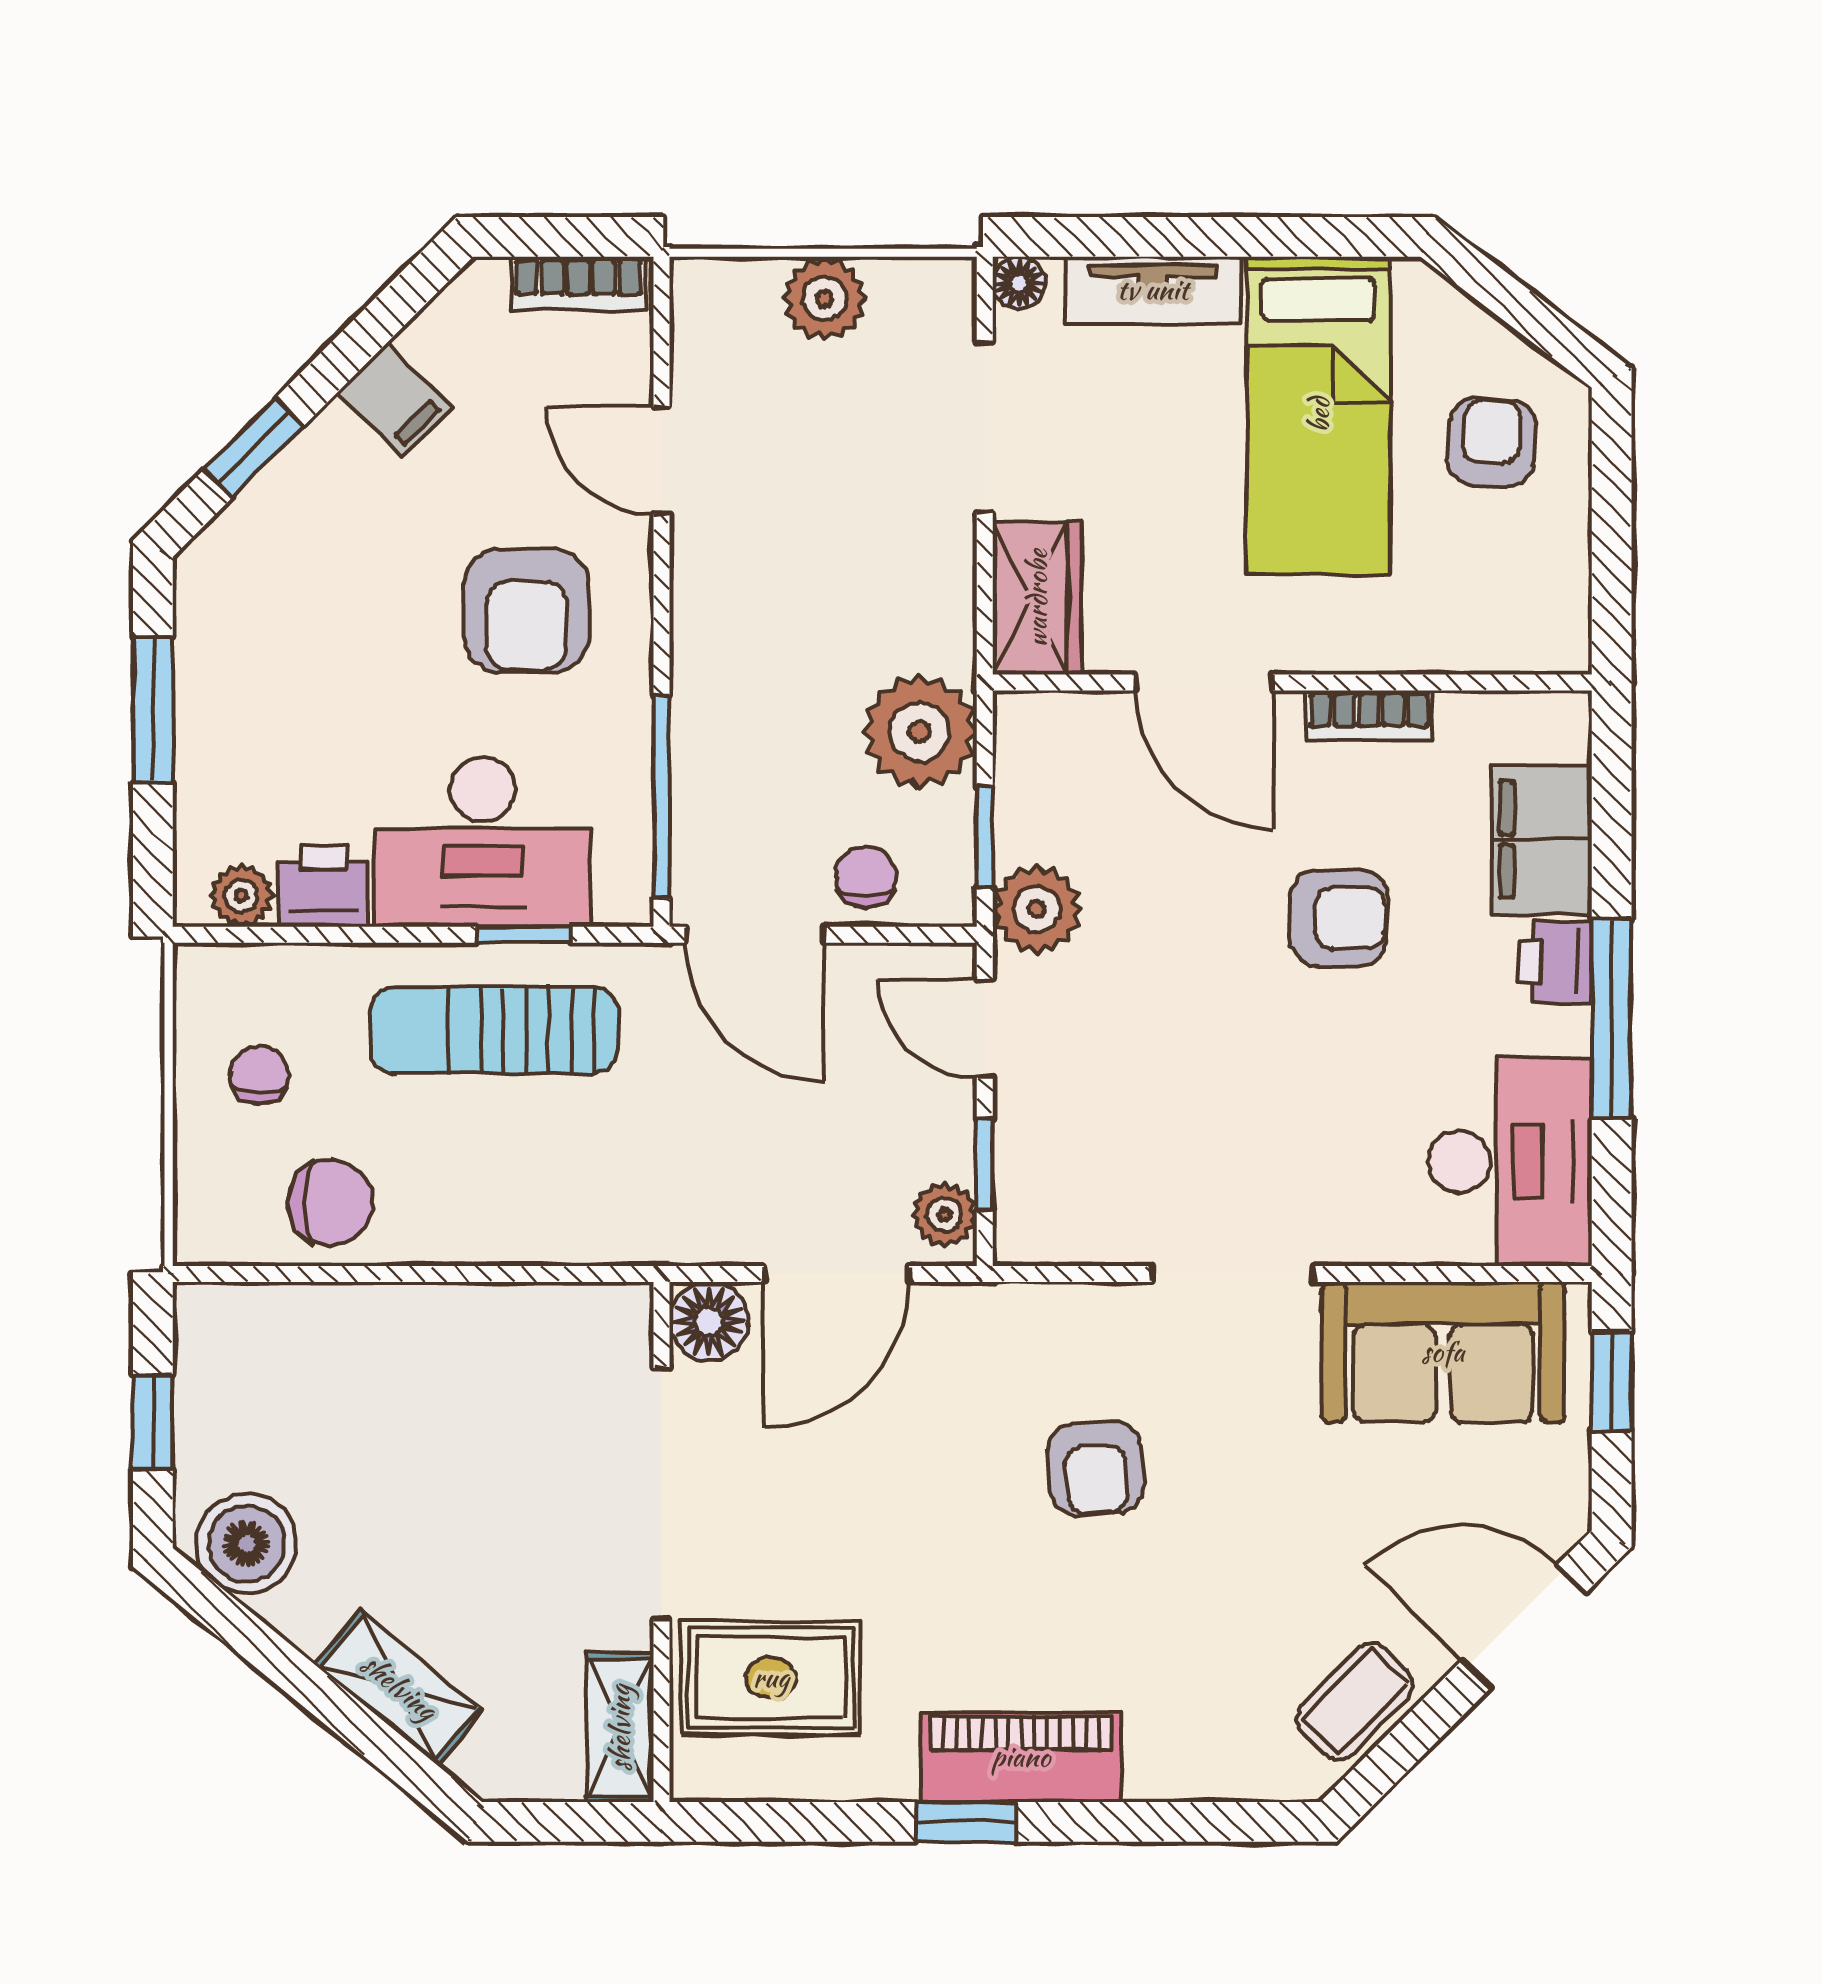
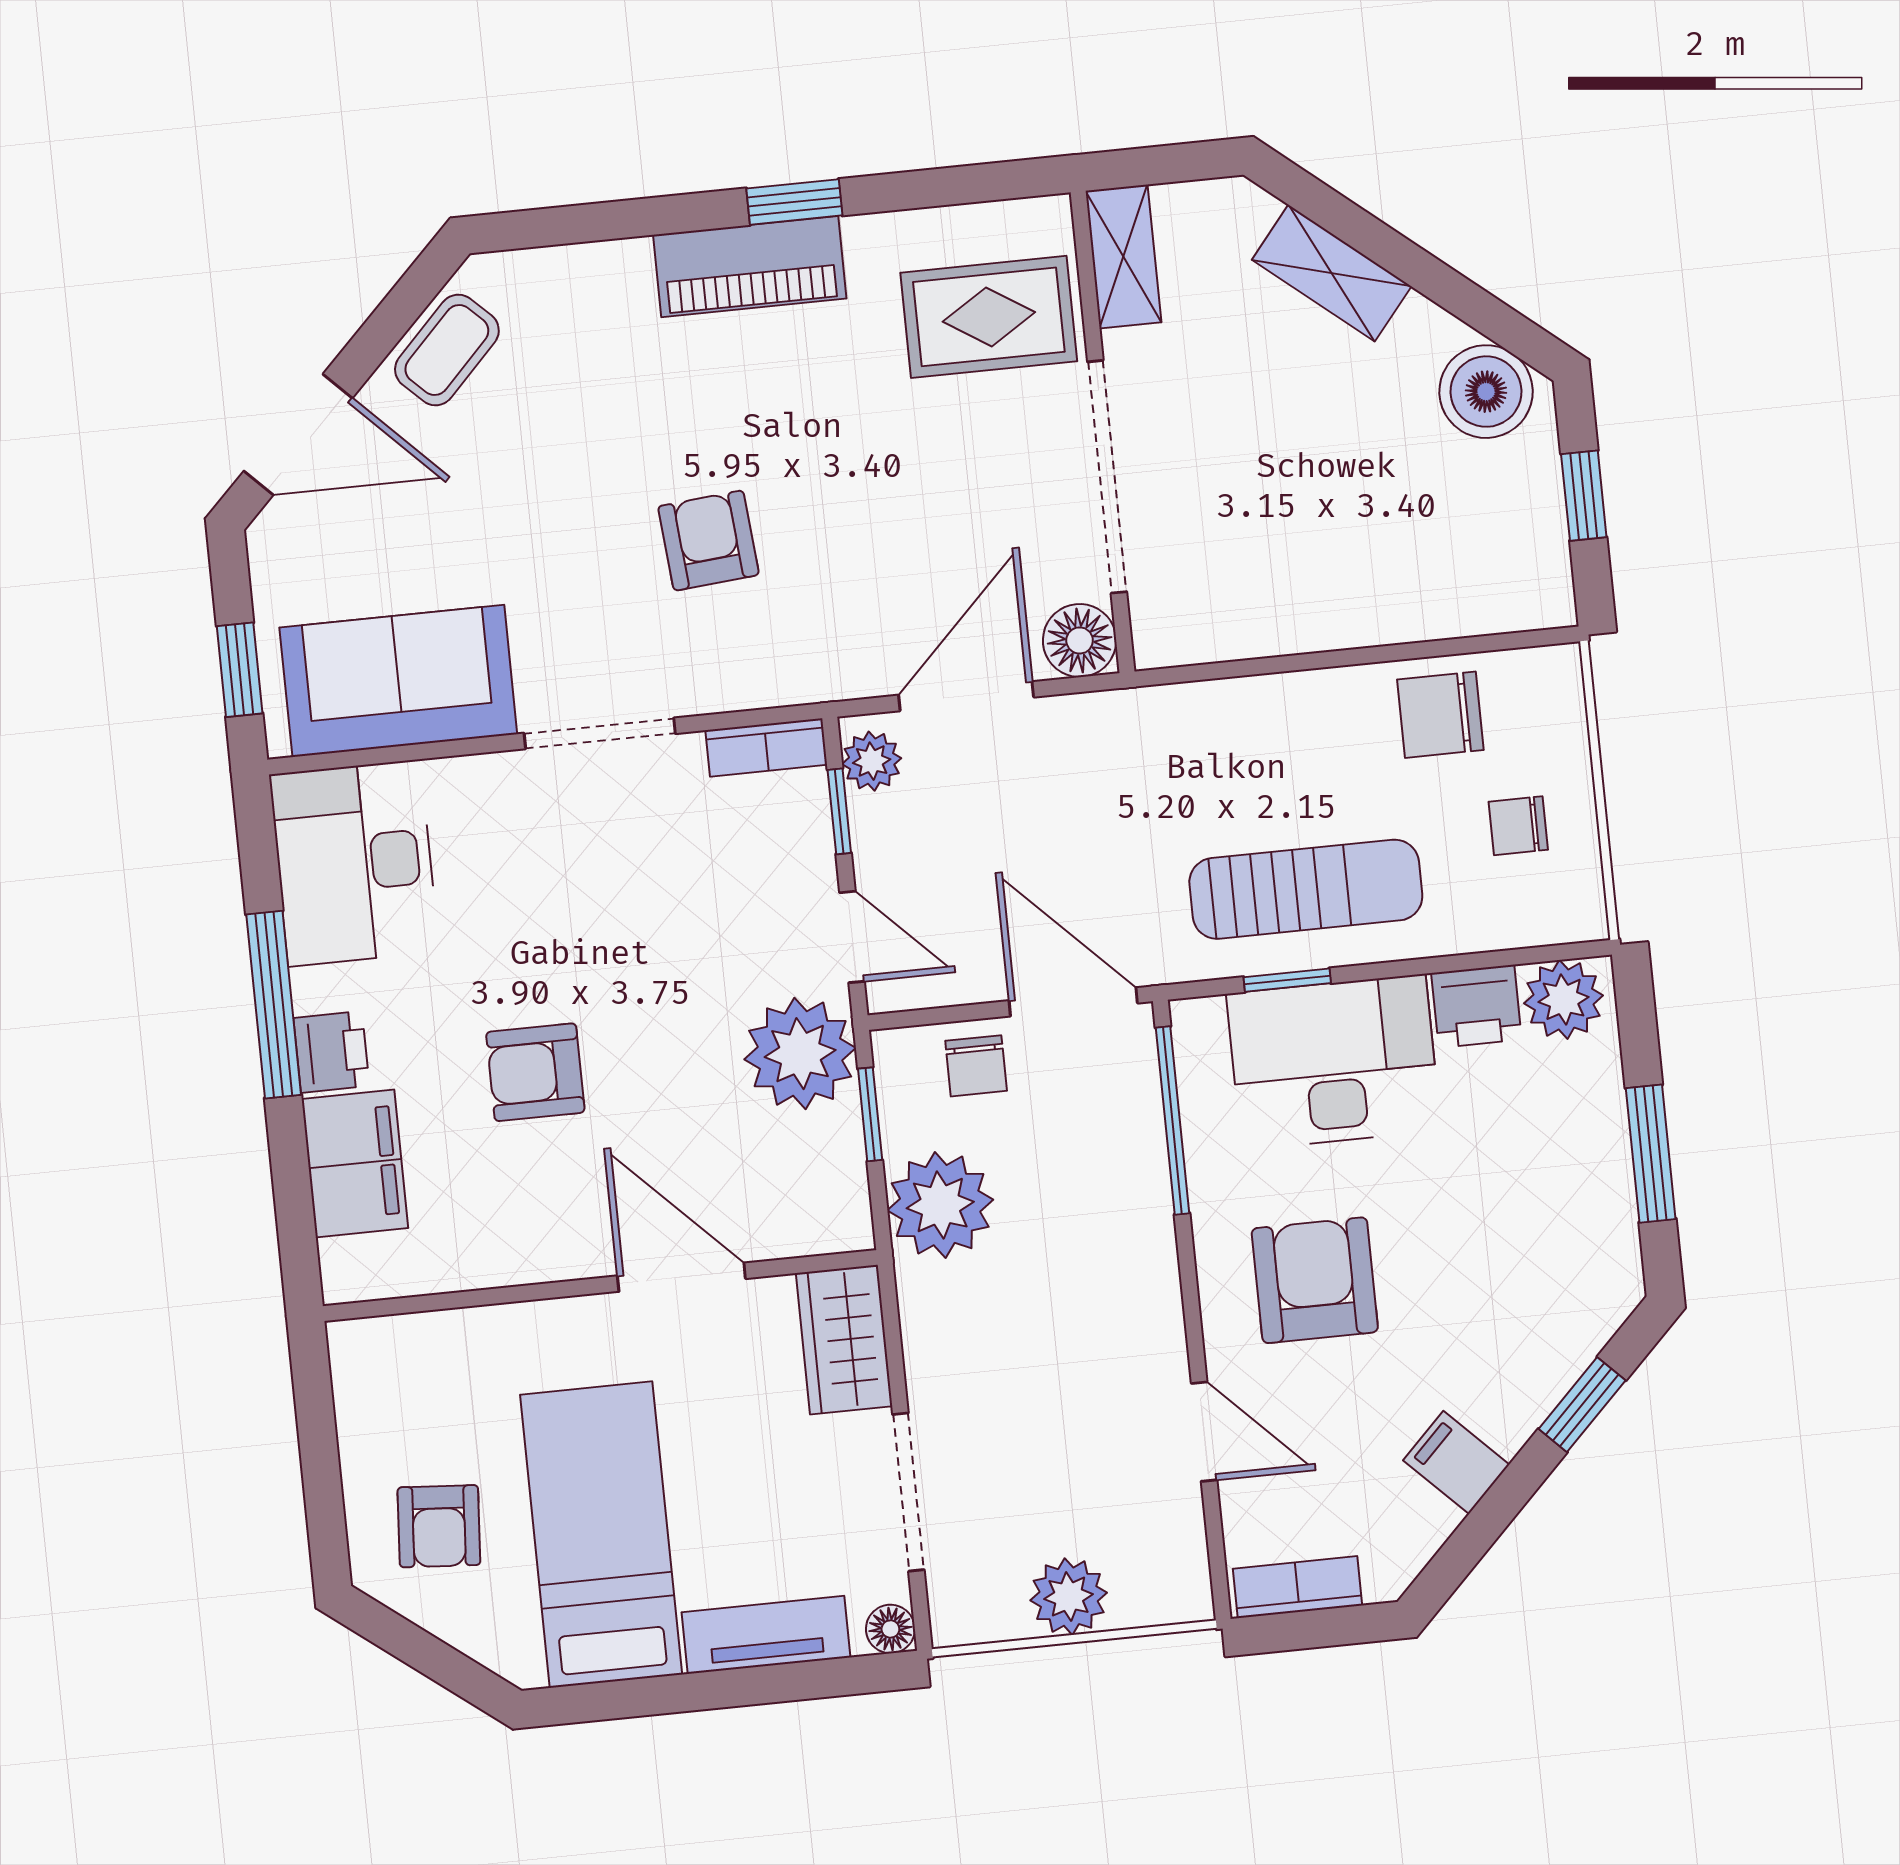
bookcase: (1369, 716) -> (766, 747), moved, turned 180
plant: (241, 896) -> (1563, 999), width x1.38, depth x1.38
plant: (1037, 909) -> (800, 1054), width x1.36, depth x1.36
chair: (259, 1075) -> (1518, 826), turned 90

